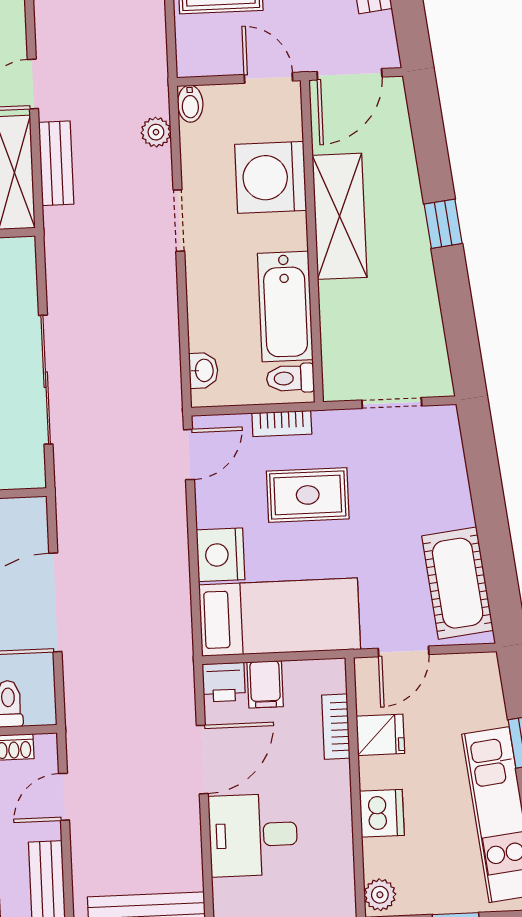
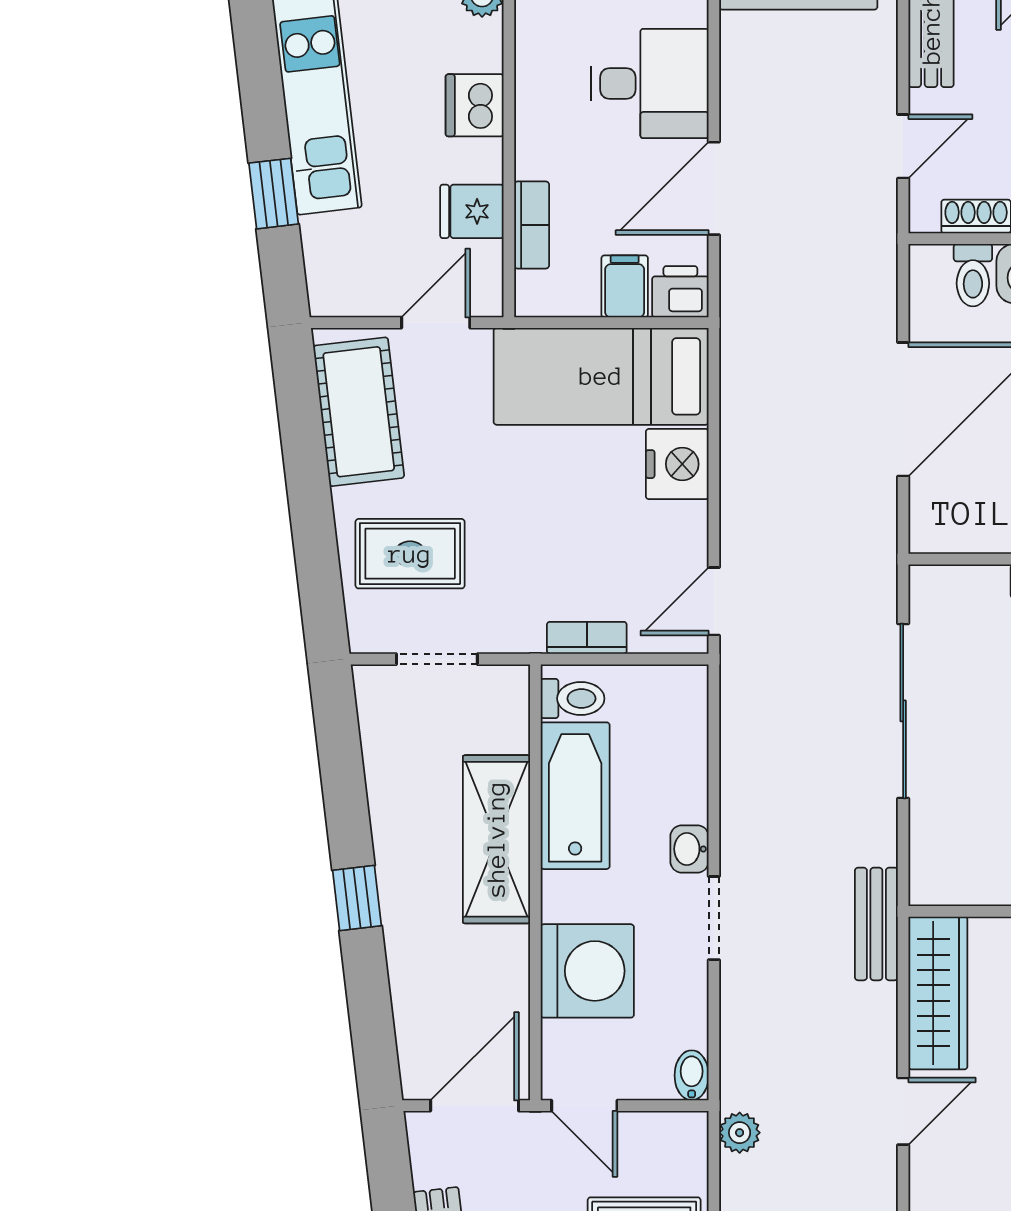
plant: (156, 132) -> (740, 1133), moved
bench: (56, 163) -> (876, 924), moved
shelving: (340, 216) -> (496, 839), moved
washbasin: (203, 370) -> (690, 849), moved
rug: (308, 495) -> (410, 554), moved

